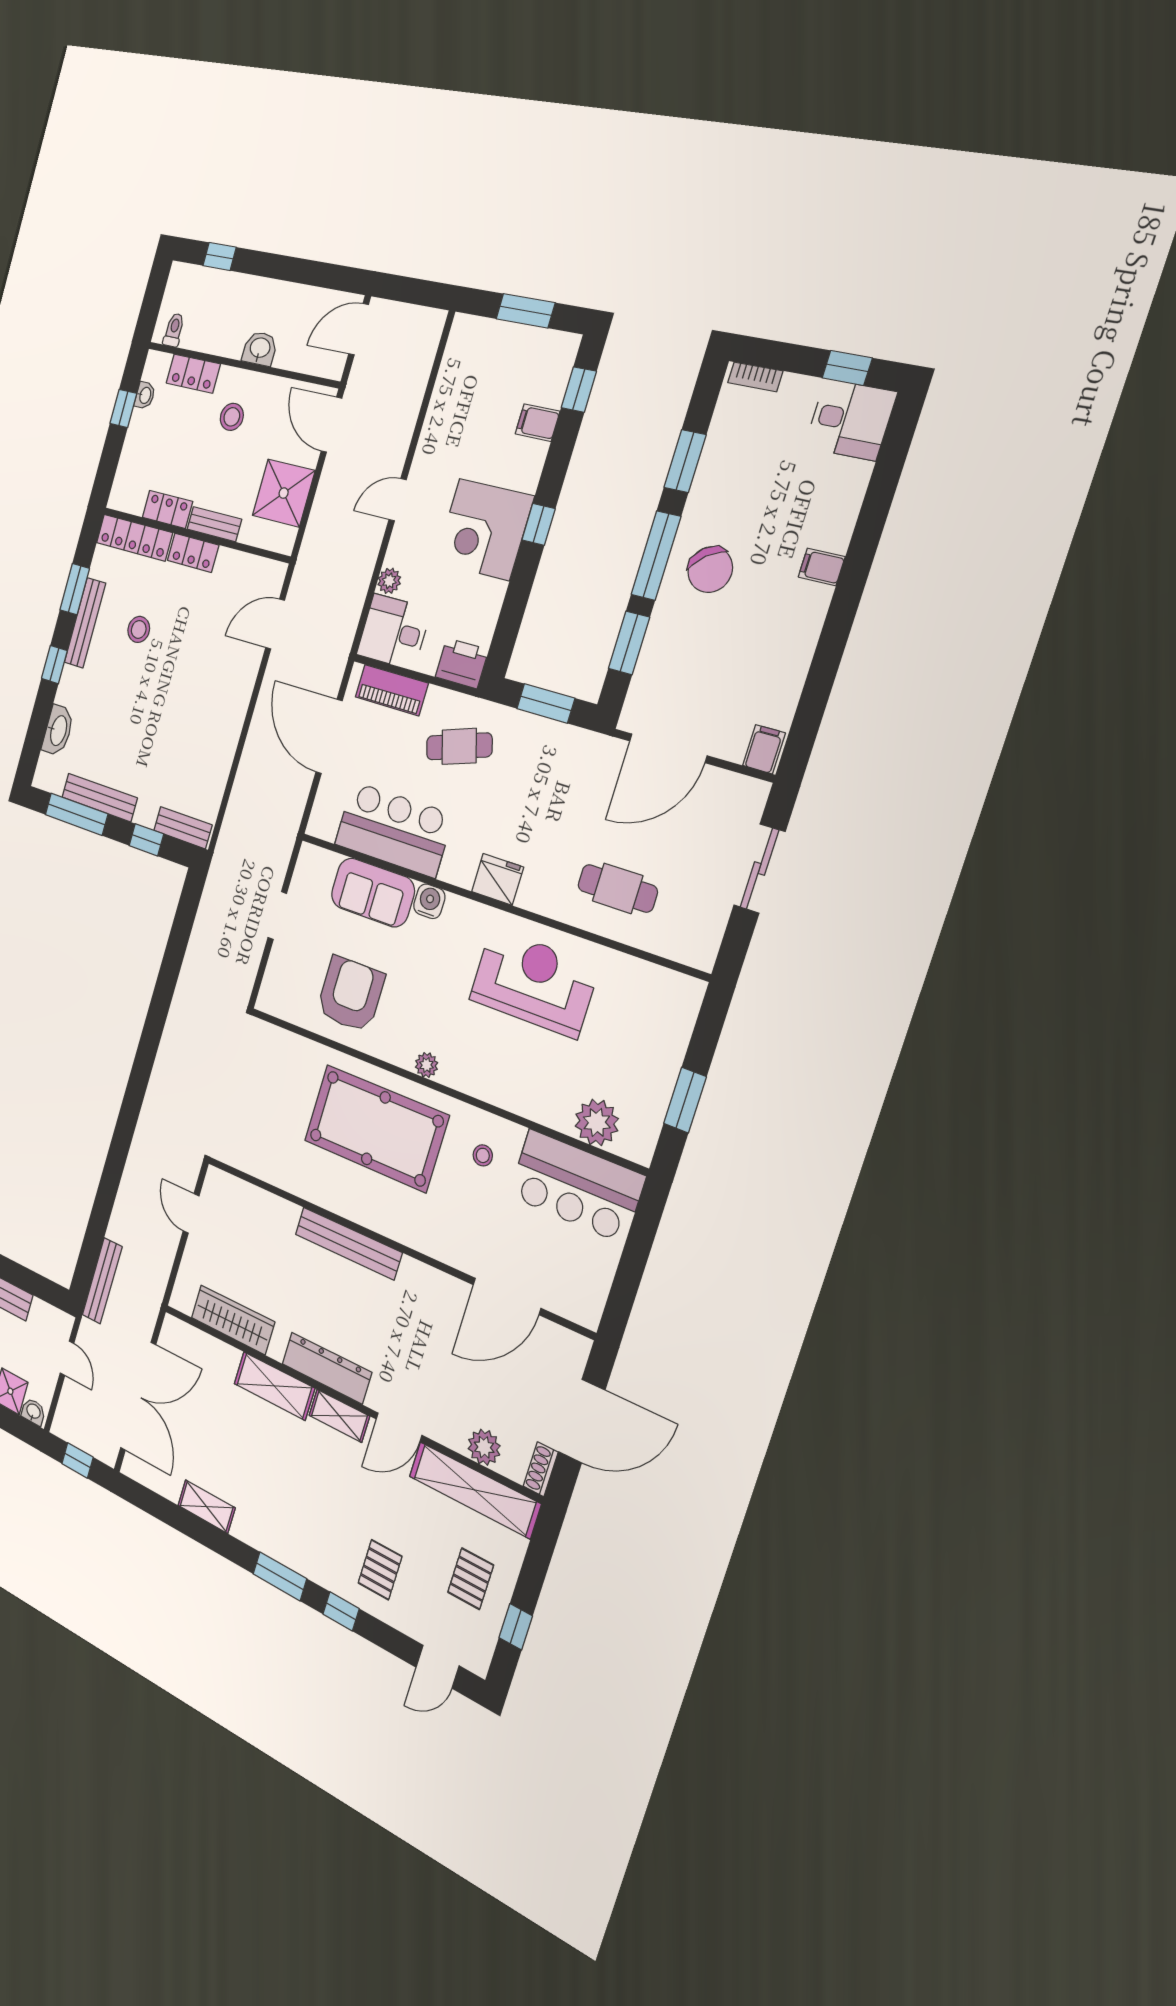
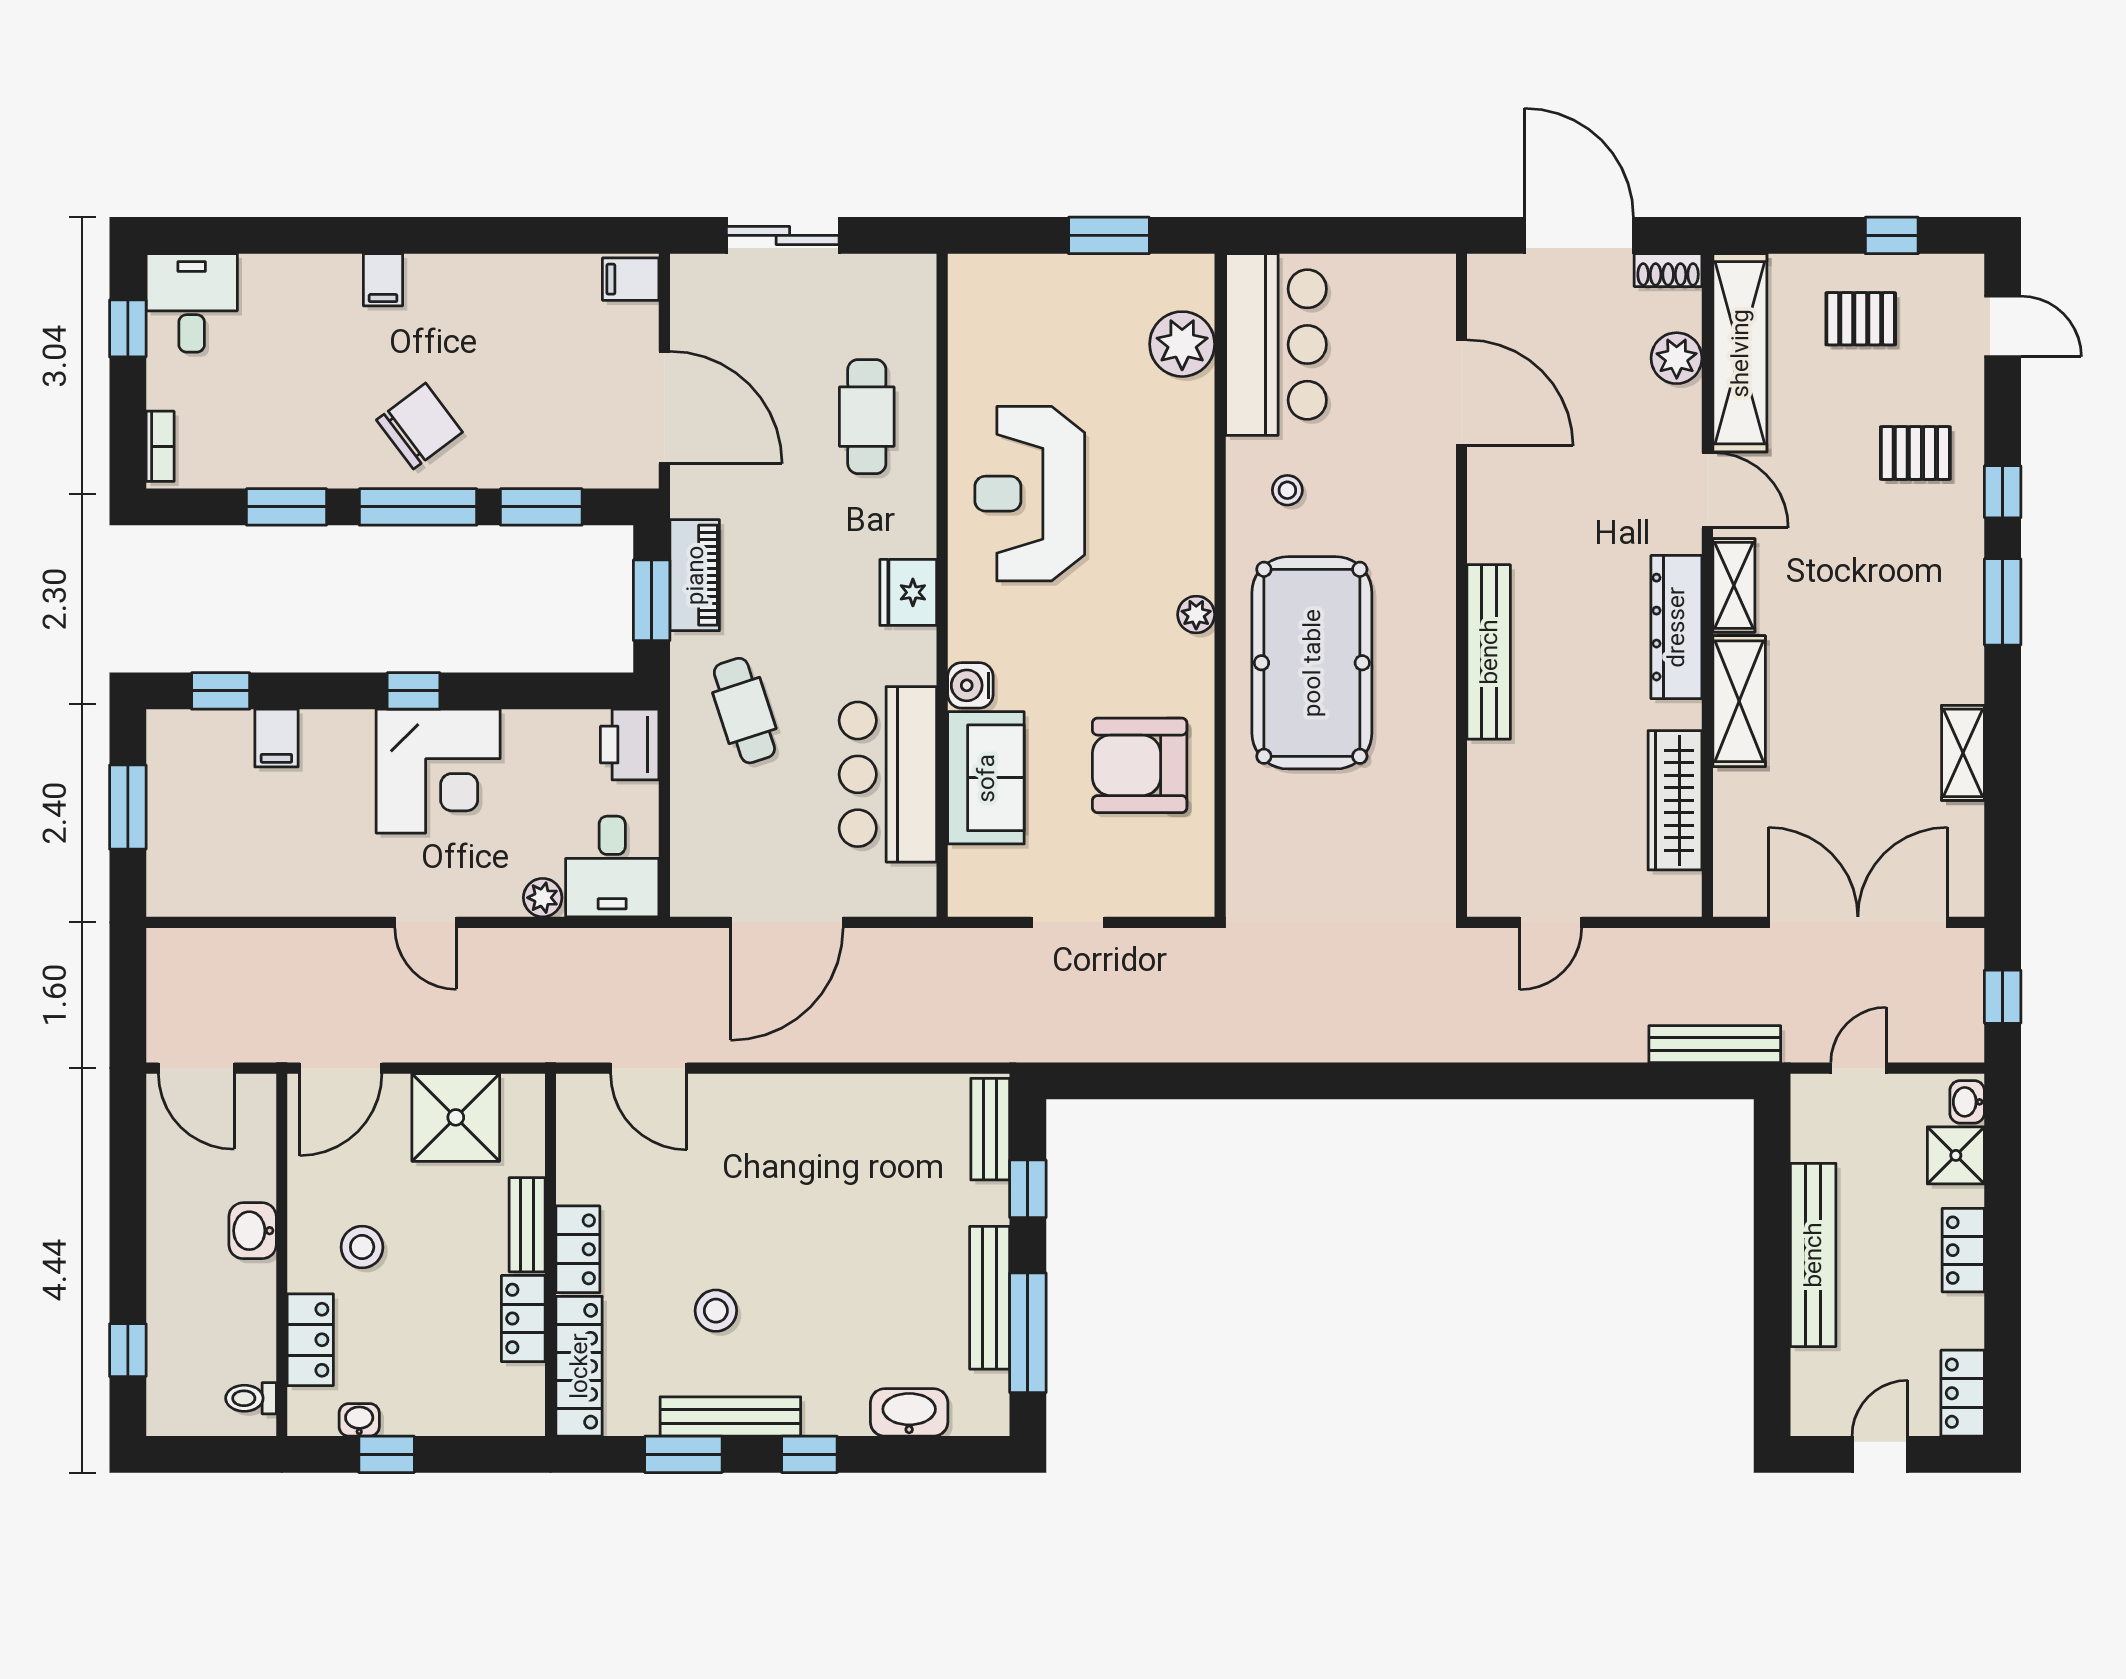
piano: (392, 690) -> (695, 575), moved

